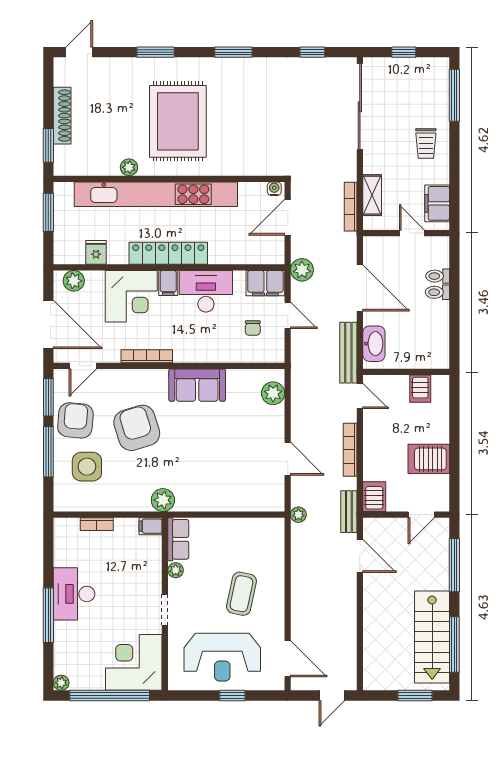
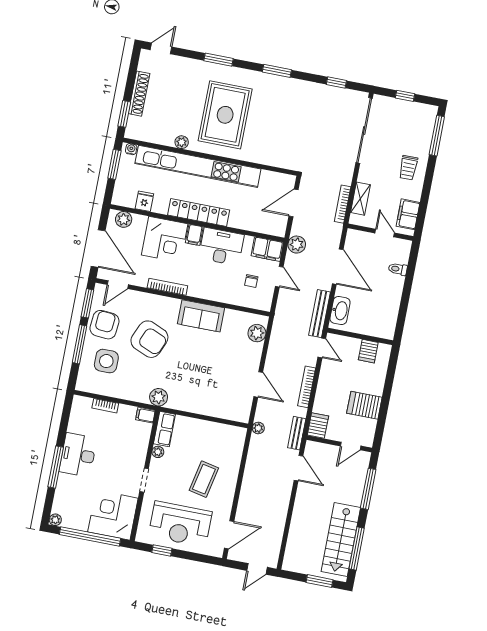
water cooler: (274, 189) -> (131, 149), moved
toilet: (437, 292) -> (395, 281), removed
armchair: (137, 428) -> (149, 339), turned 130
door: (288, 659) -> (229, 535), hinge flipped
window: (232, 695) -> (162, 550), moved

